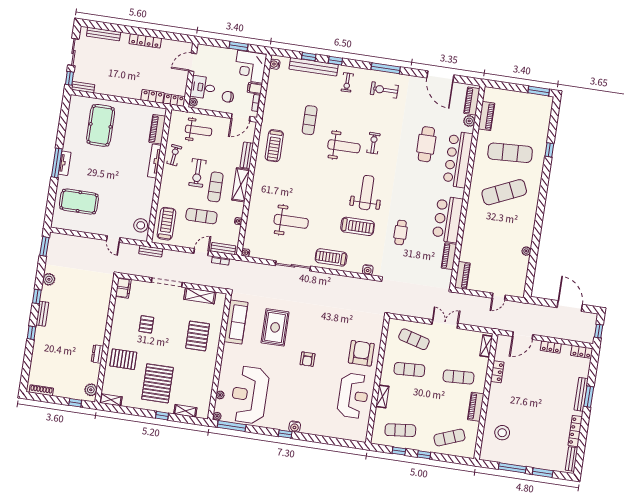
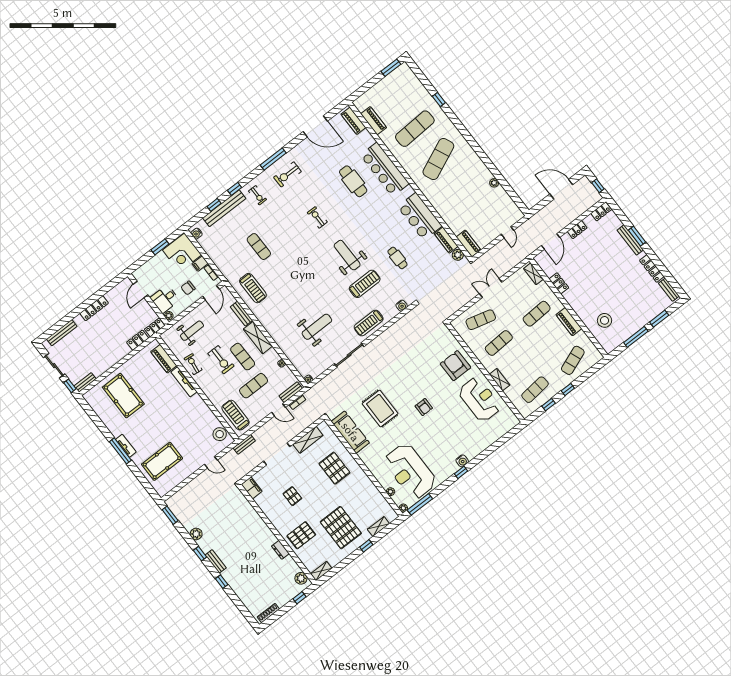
plant: (469, 121) -> (458, 255), moved
weight bench: (344, 146) -> (300, 240), removed
door: (201, 252) -> (278, 410), swing flipped

